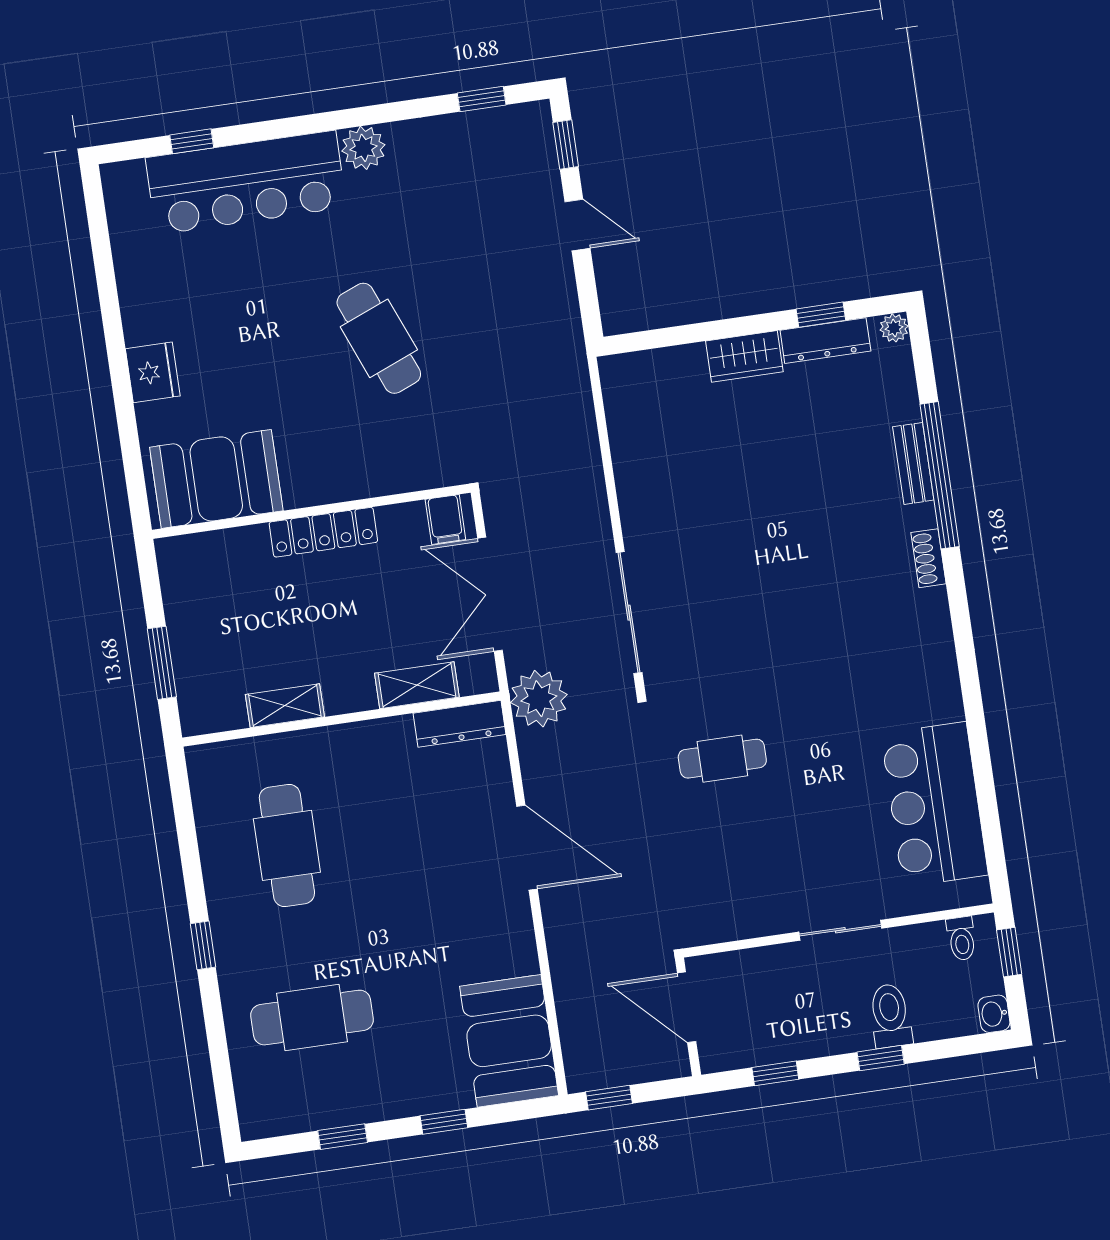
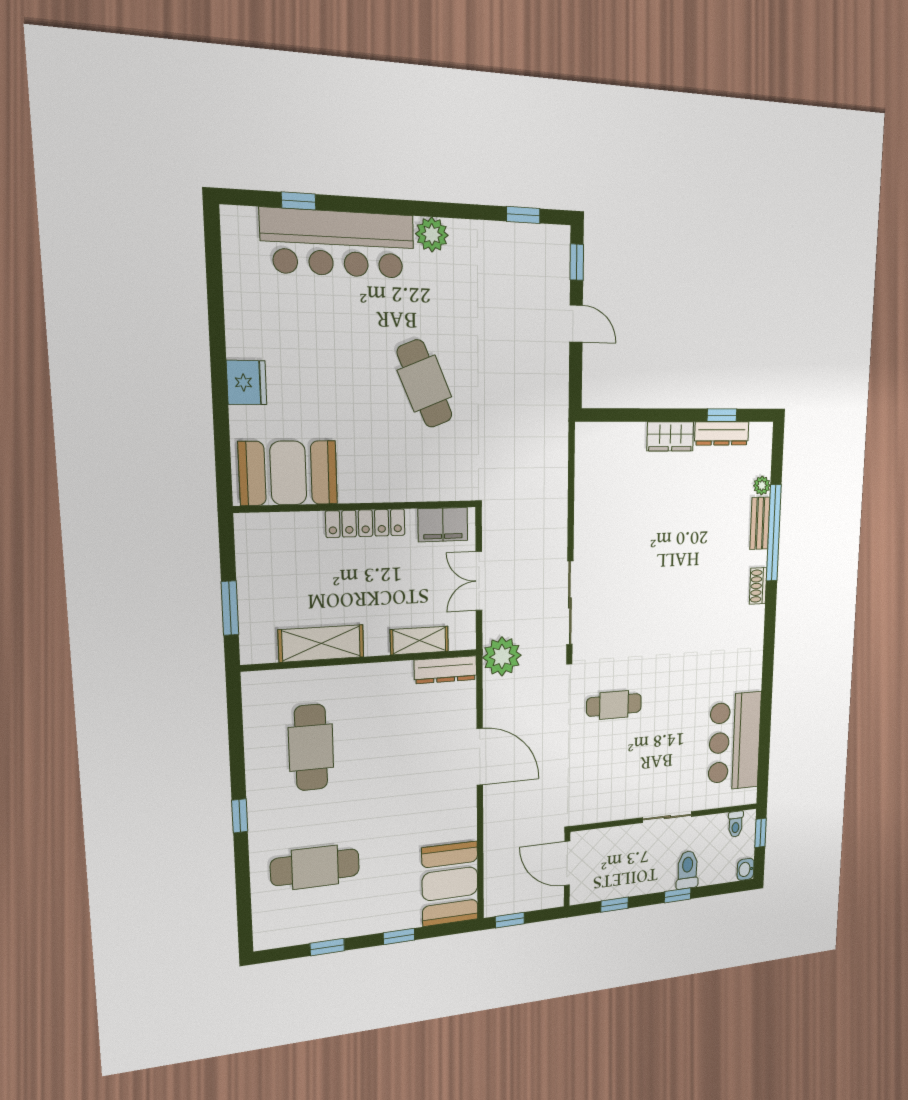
plant: (894, 328) -> (762, 486), moved
filing cabinet: (445, 519) -> (443, 525), width x2.00
double door: (490, 594) -> (479, 581), width x0.73
shelving: (285, 706) -> (321, 643), width x1.50, depth x1.33

